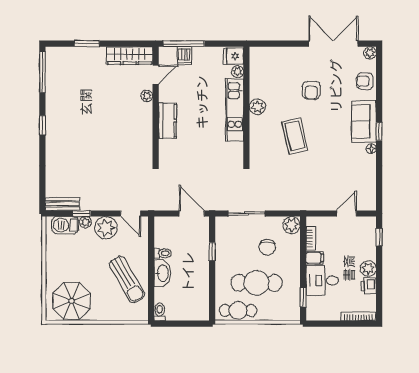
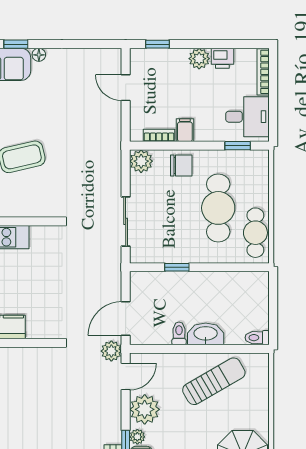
plant: (150, 203) -> (111, 351), added
door: (192, 213) -> (126, 319), moved
chair: (267, 247) -> (181, 165), moved
desk: (322, 280) -> (247, 117), moved, turned -90

